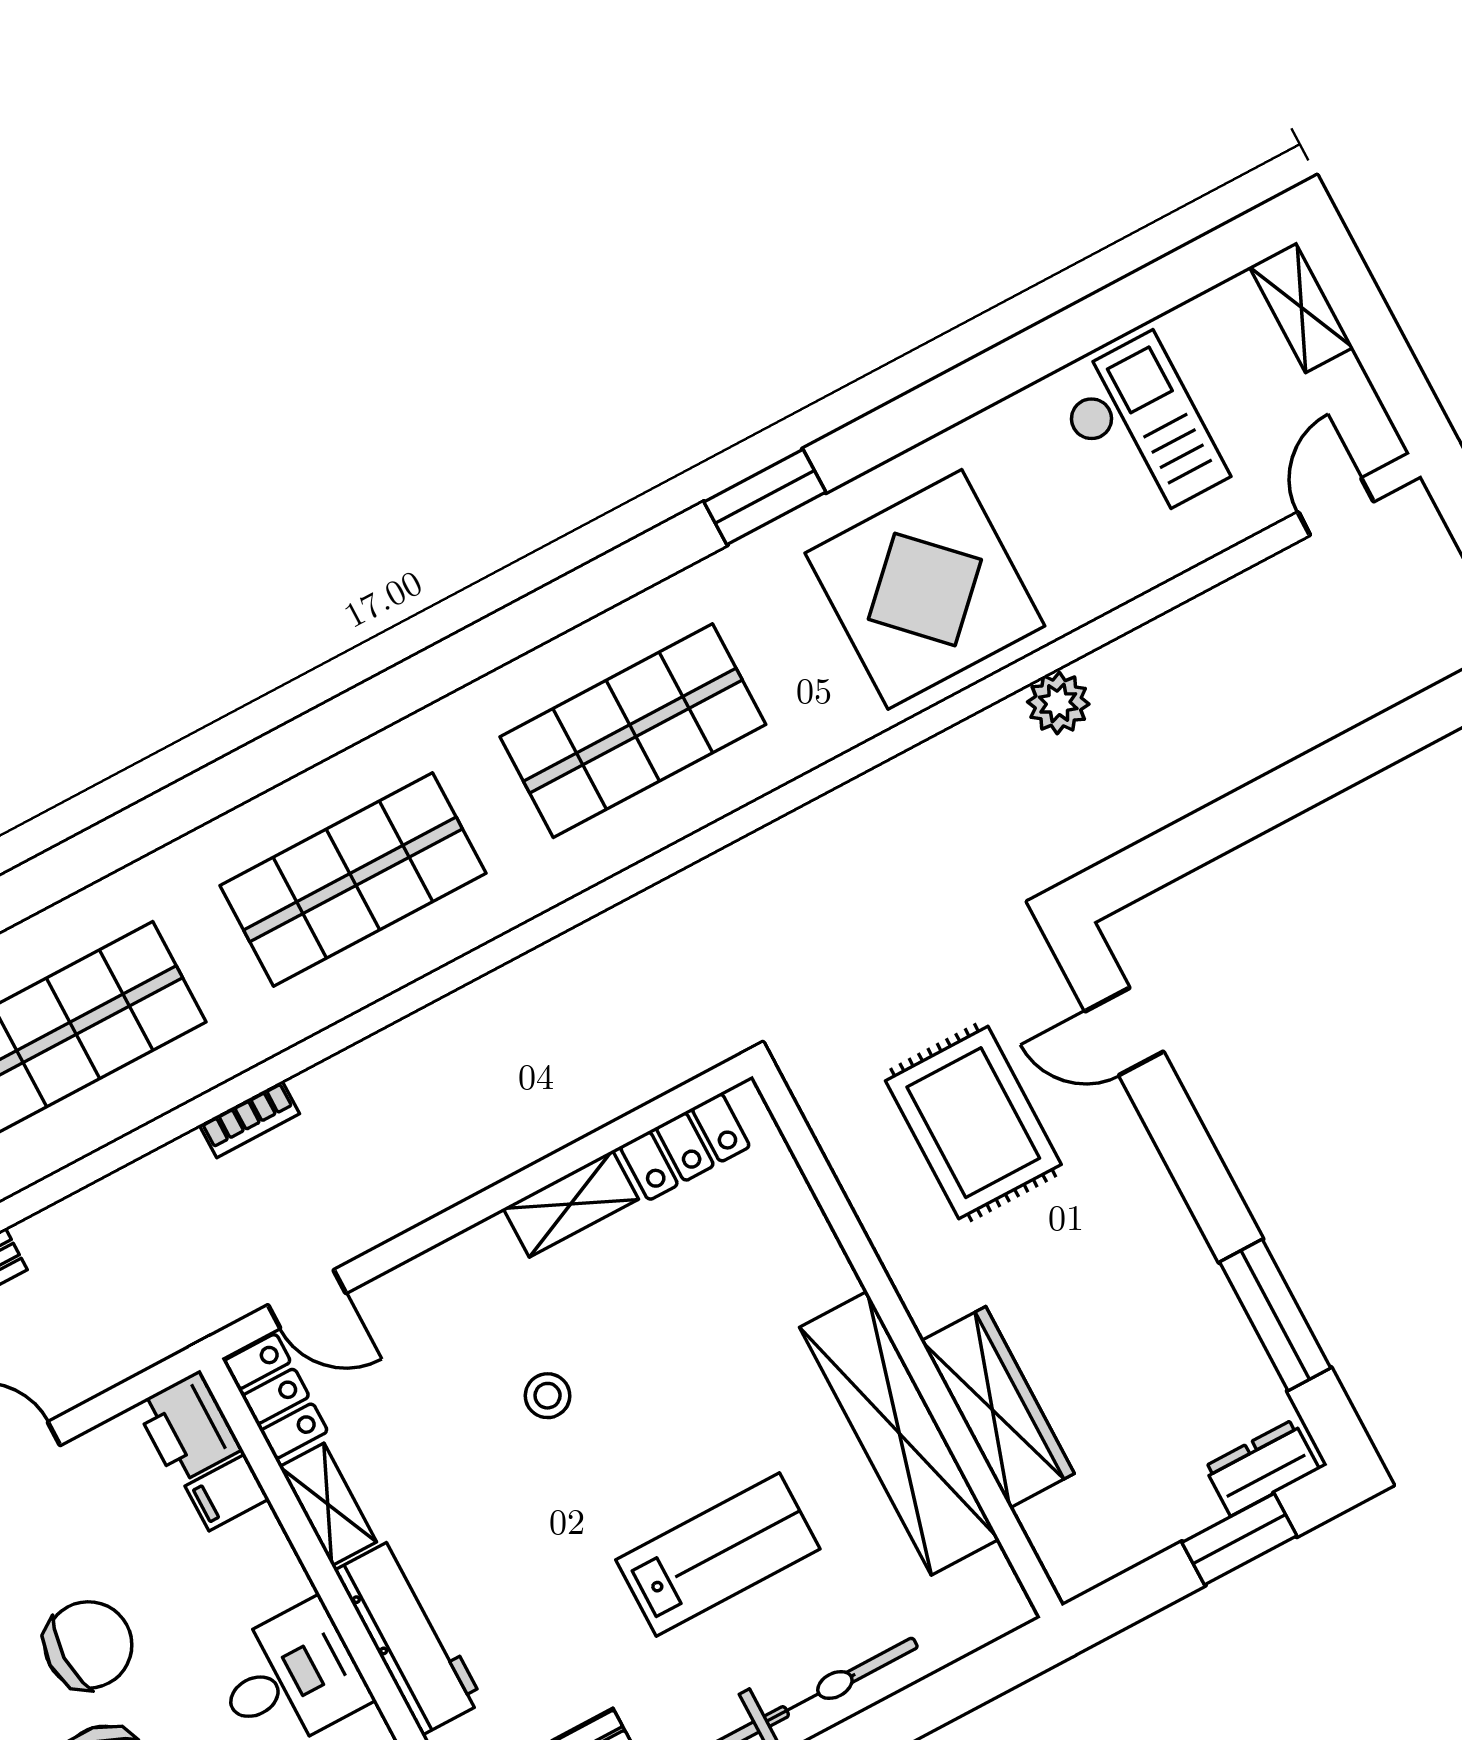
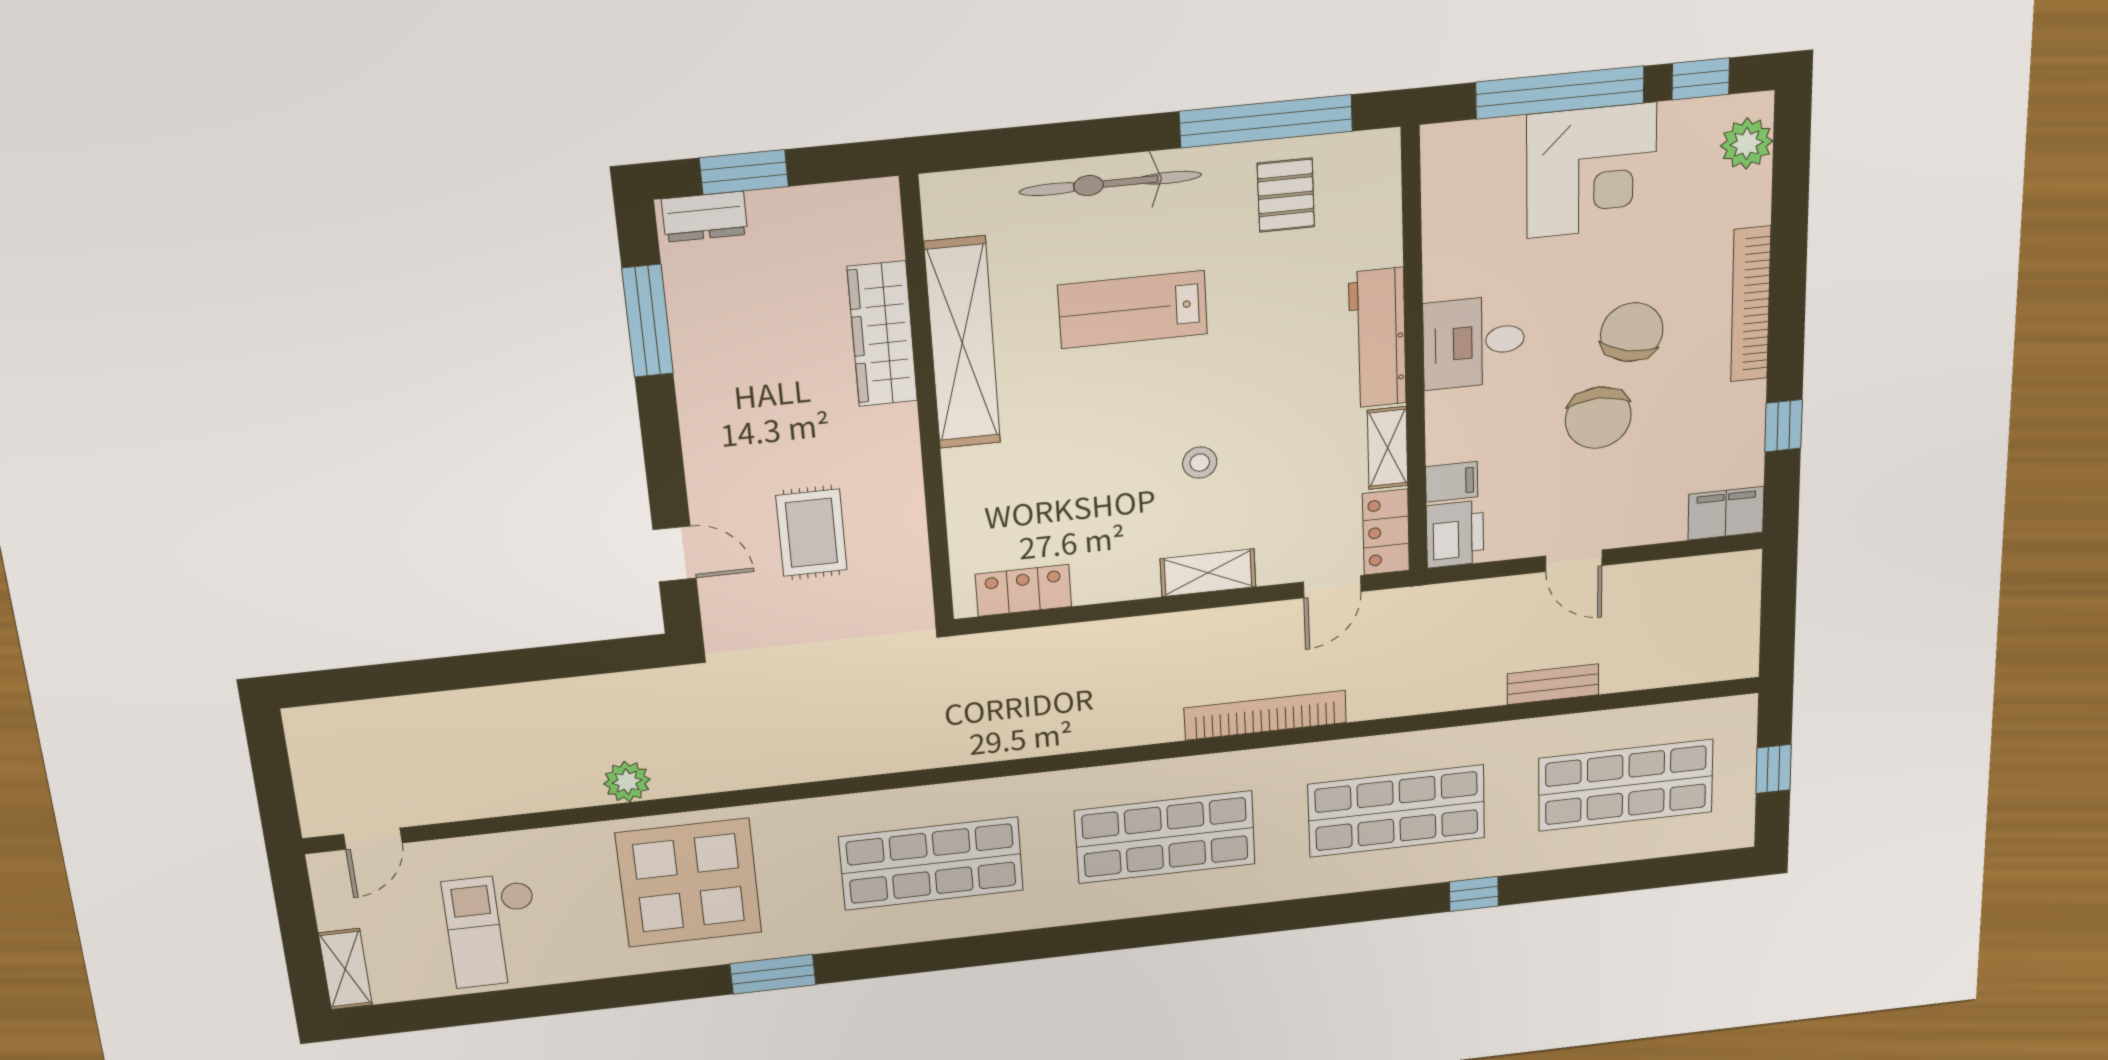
bookcase: (249, 1119) -> (1265, 715), width x2.31, depth x1.31
rug: (973, 1123) -> (811, 533), width x0.73, depth x0.70
shelving: (571, 1204) -> (1208, 573), moved
door: (307, 1299) -> (1332, 587), swing flipped
chair: (88, 1645) -> (1598, 418), turned -90

